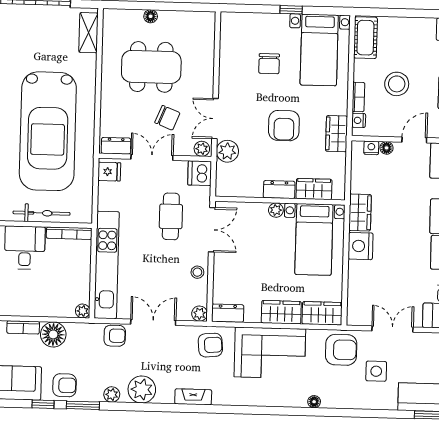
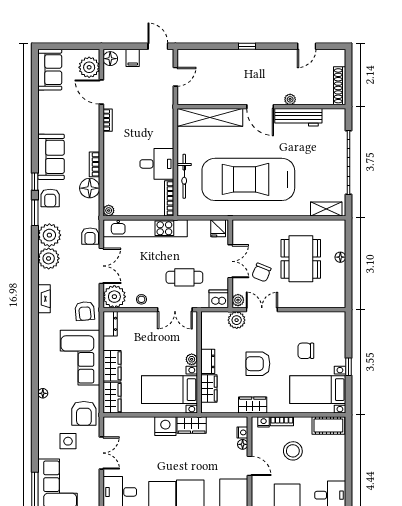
dresser: (116, 146) -> (238, 233), removed
plant: (200, 314) -> (114, 297), width x1.88, depth x1.88
plant: (112, 394) -> (49, 235), width x1.88, depth x1.88

